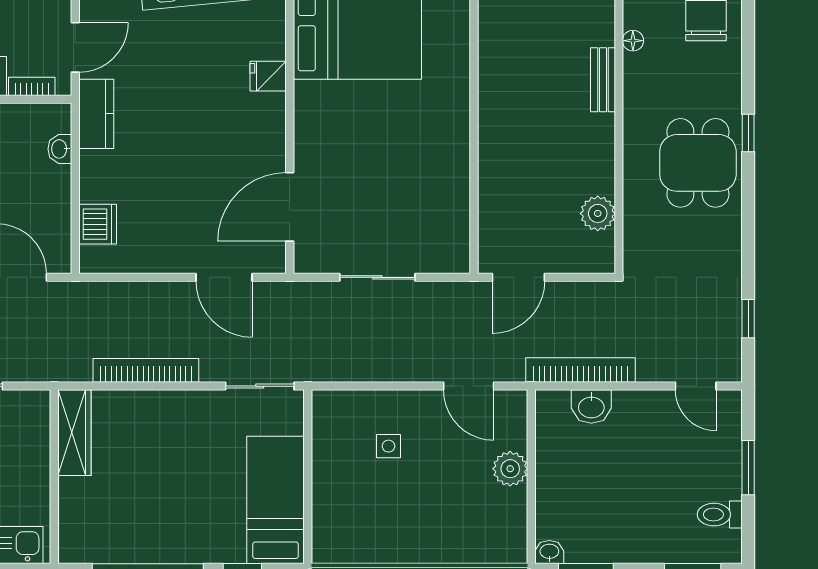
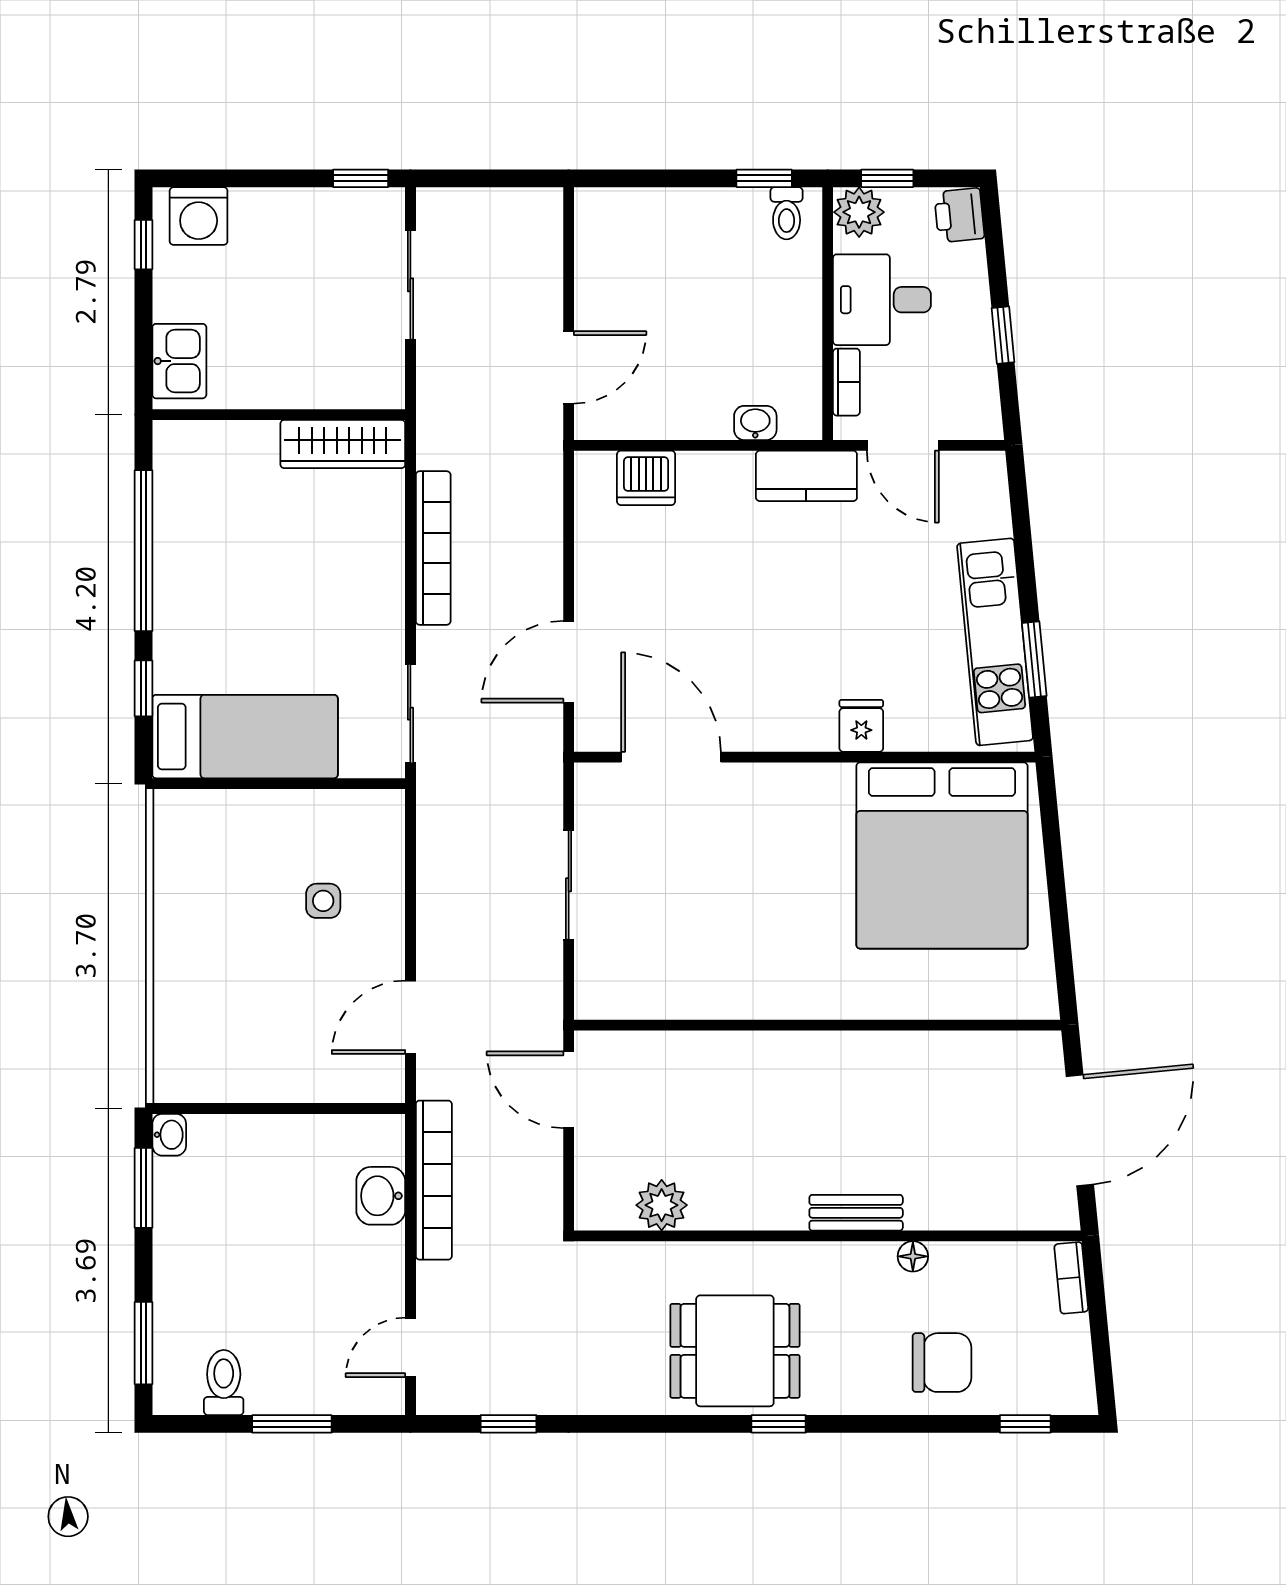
plant: (510, 469) -> (290, 1078), removed

